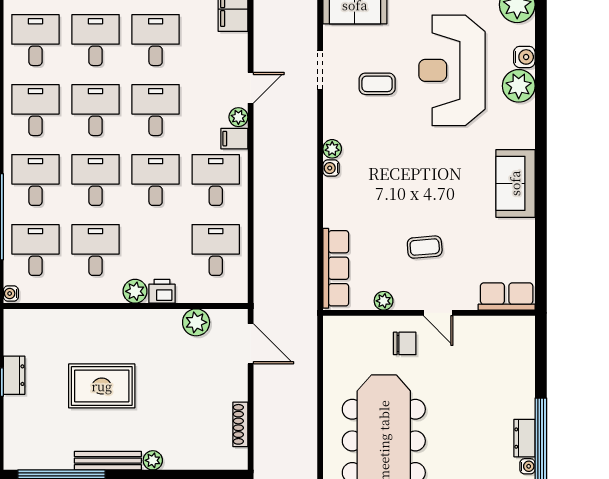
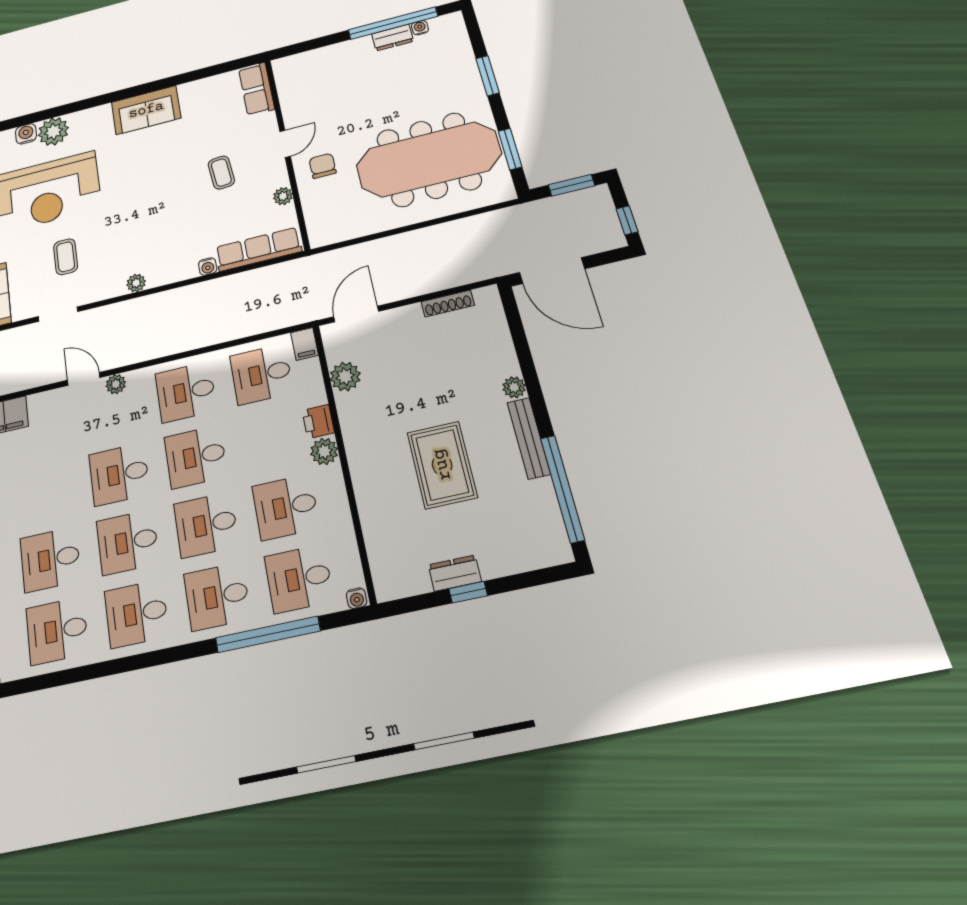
desk: (156, 40) -> (44, 492), removed
filing cabinet: (234, 139) -> (305, 344), moved
water cooler: (331, 168) -> (208, 267), moved

